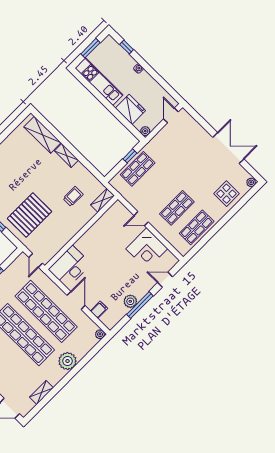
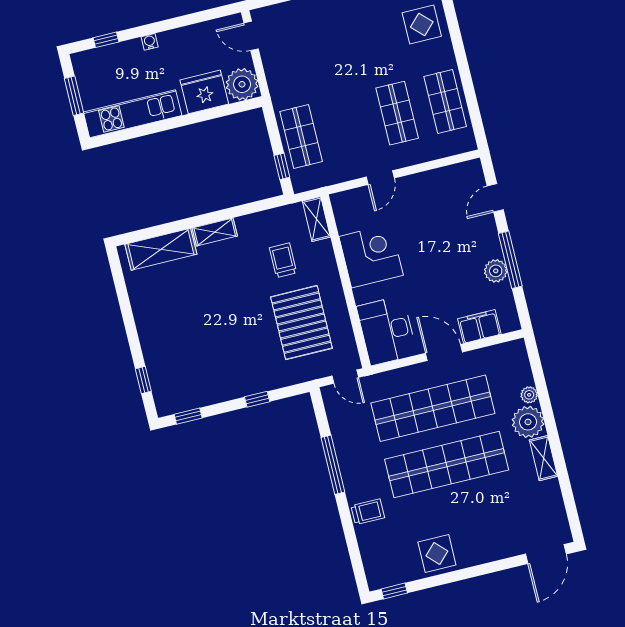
plant: (145, 131) -> (242, 84), width x1.88, depth x1.88
window: (130, 156) -> (282, 166), moved
pallet: (30, 215) -> (301, 323), moved
corner desk: (147, 249) -> (371, 256), moved, turned -90
filing cabinet: (99, 310) -> (479, 326), width x2.00
plant: (100, 334) -> (529, 395), moved
shelving: (41, 392) -> (543, 458), moved

